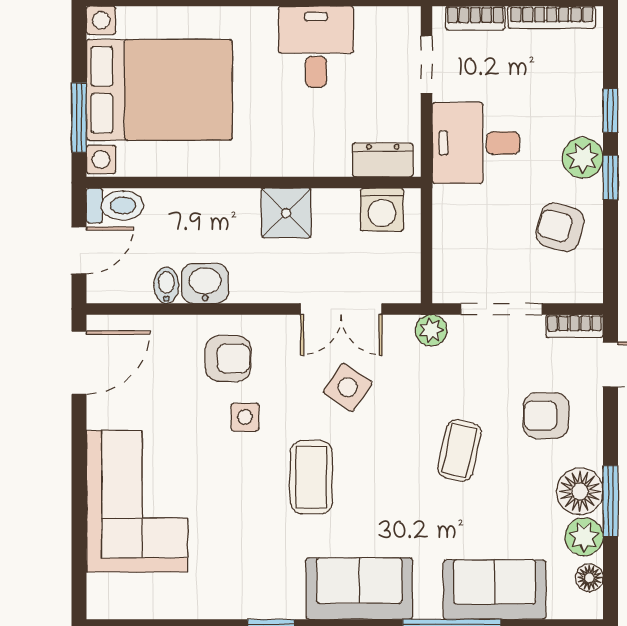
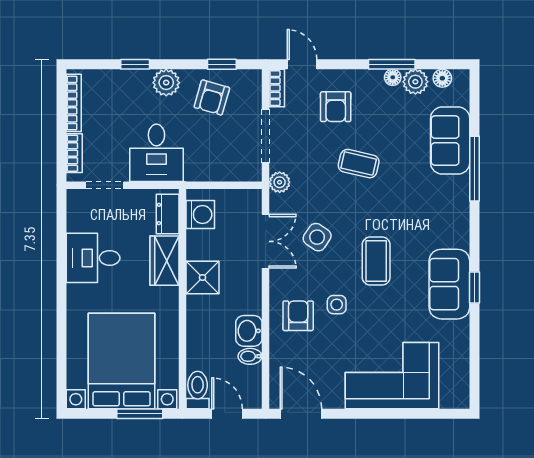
wardrobe: (312, 155) -> (164, 261), added
window: (611, 178) -> (222, 64), moved
coffee table: (311, 477) -> (376, 261), turned 90
floor lamp: (580, 491) -> (393, 77), width x0.53, depth x0.53
sofa: (359, 589) -> (449, 284), moved

